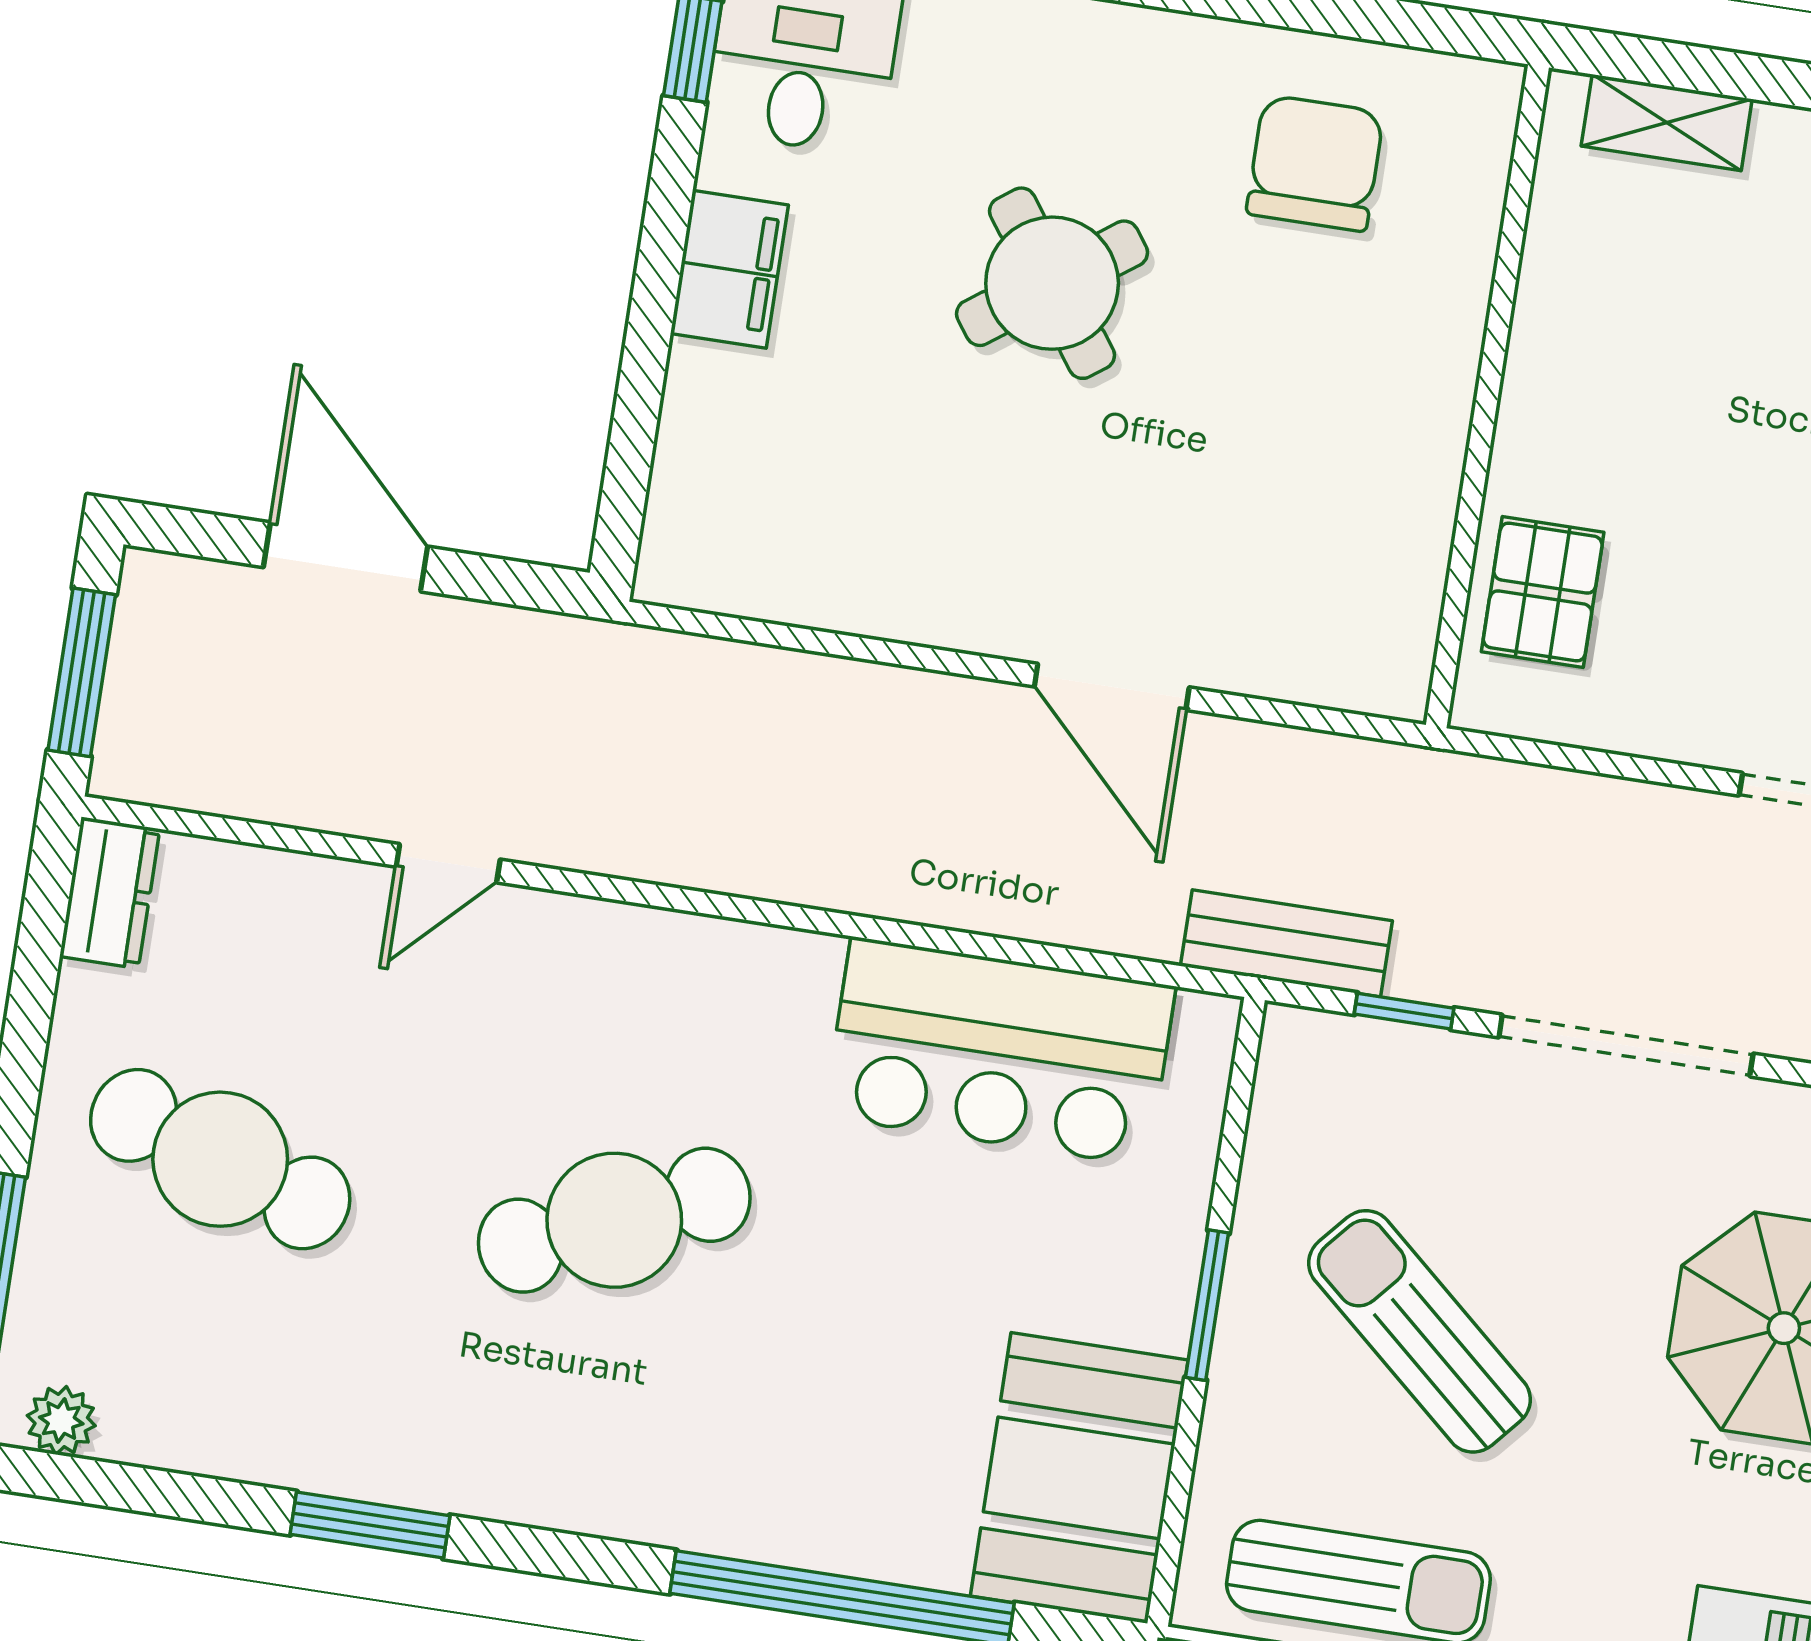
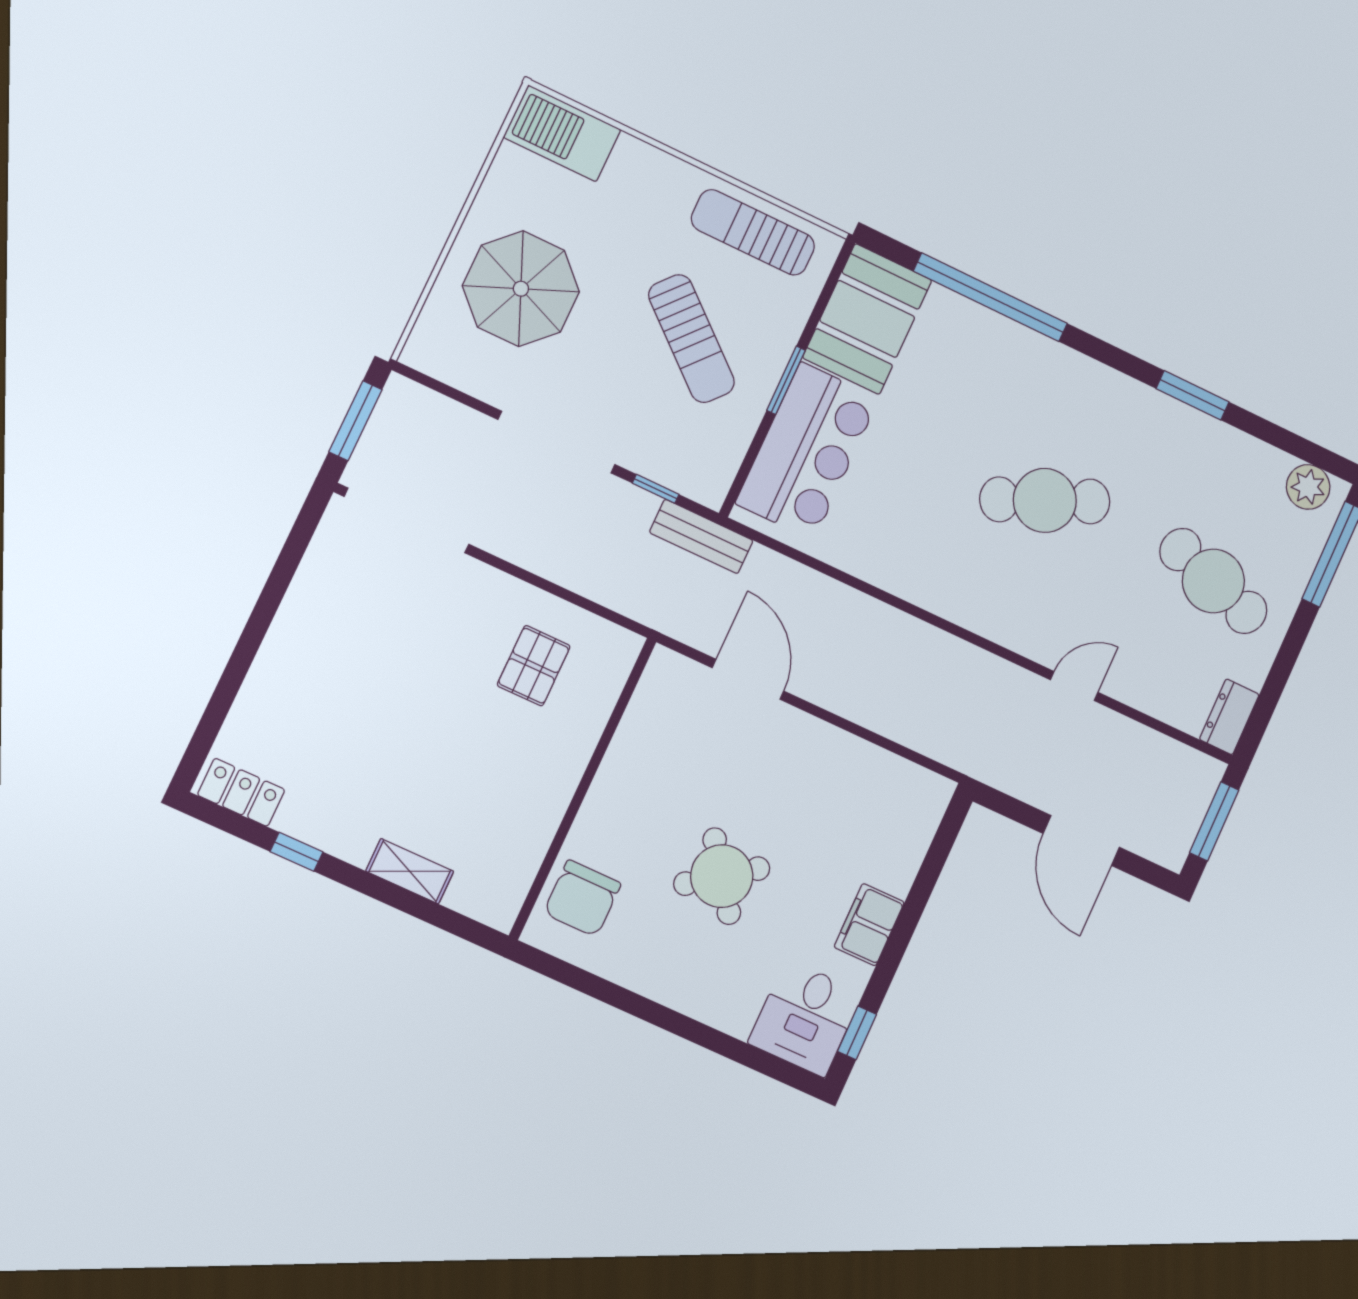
wall: (1487, 396) -> (583, 788), moved
bar counter: (1000, 1051) -> (807, 451), moved, turned 90
plant: (61, 1421) -> (1308, 487), width x1.38, depth x1.38

